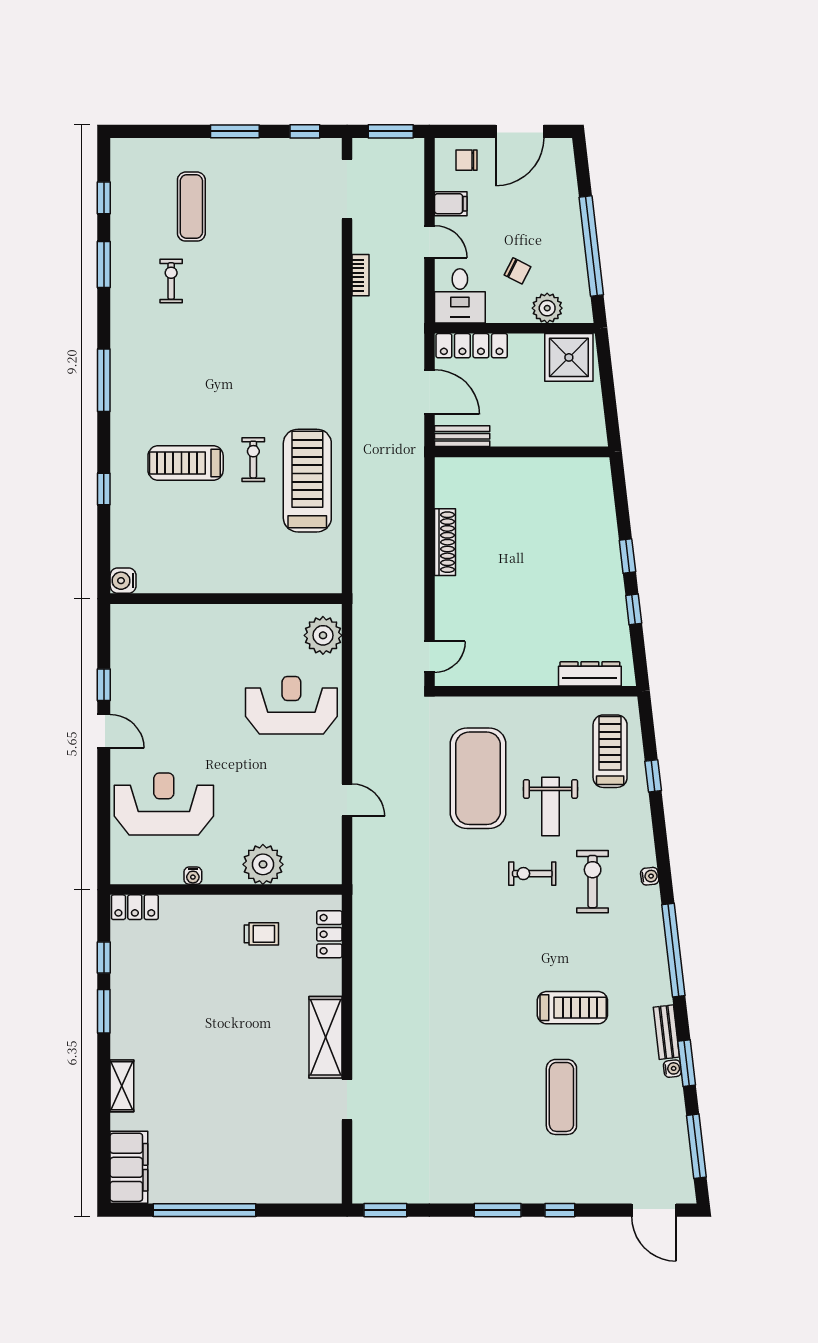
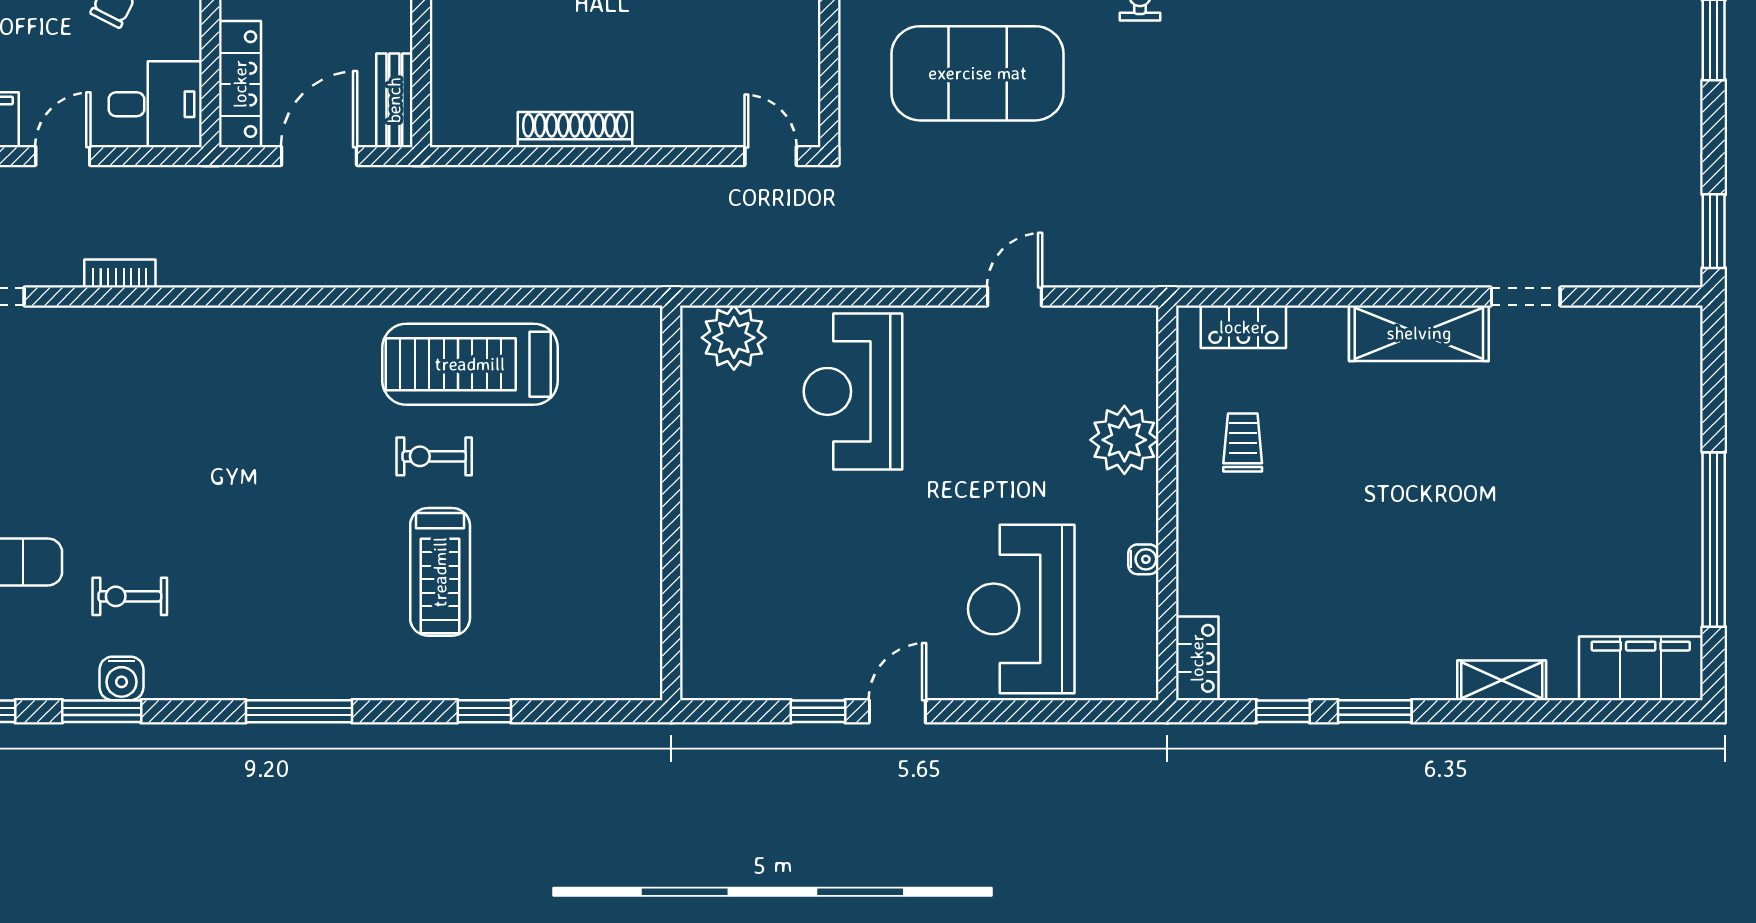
water cooler: (123, 581) -> (122, 678), moved

